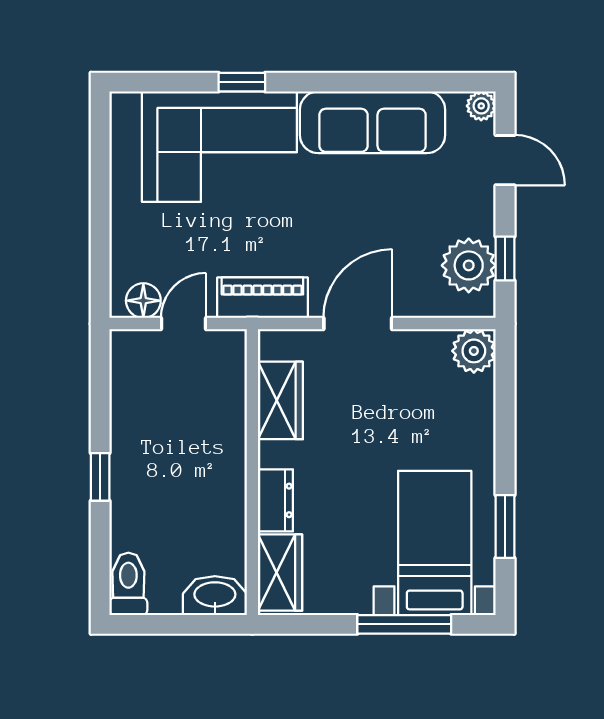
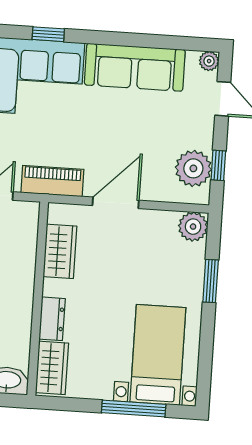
window: (505, 527) -> (211, 281), moved

